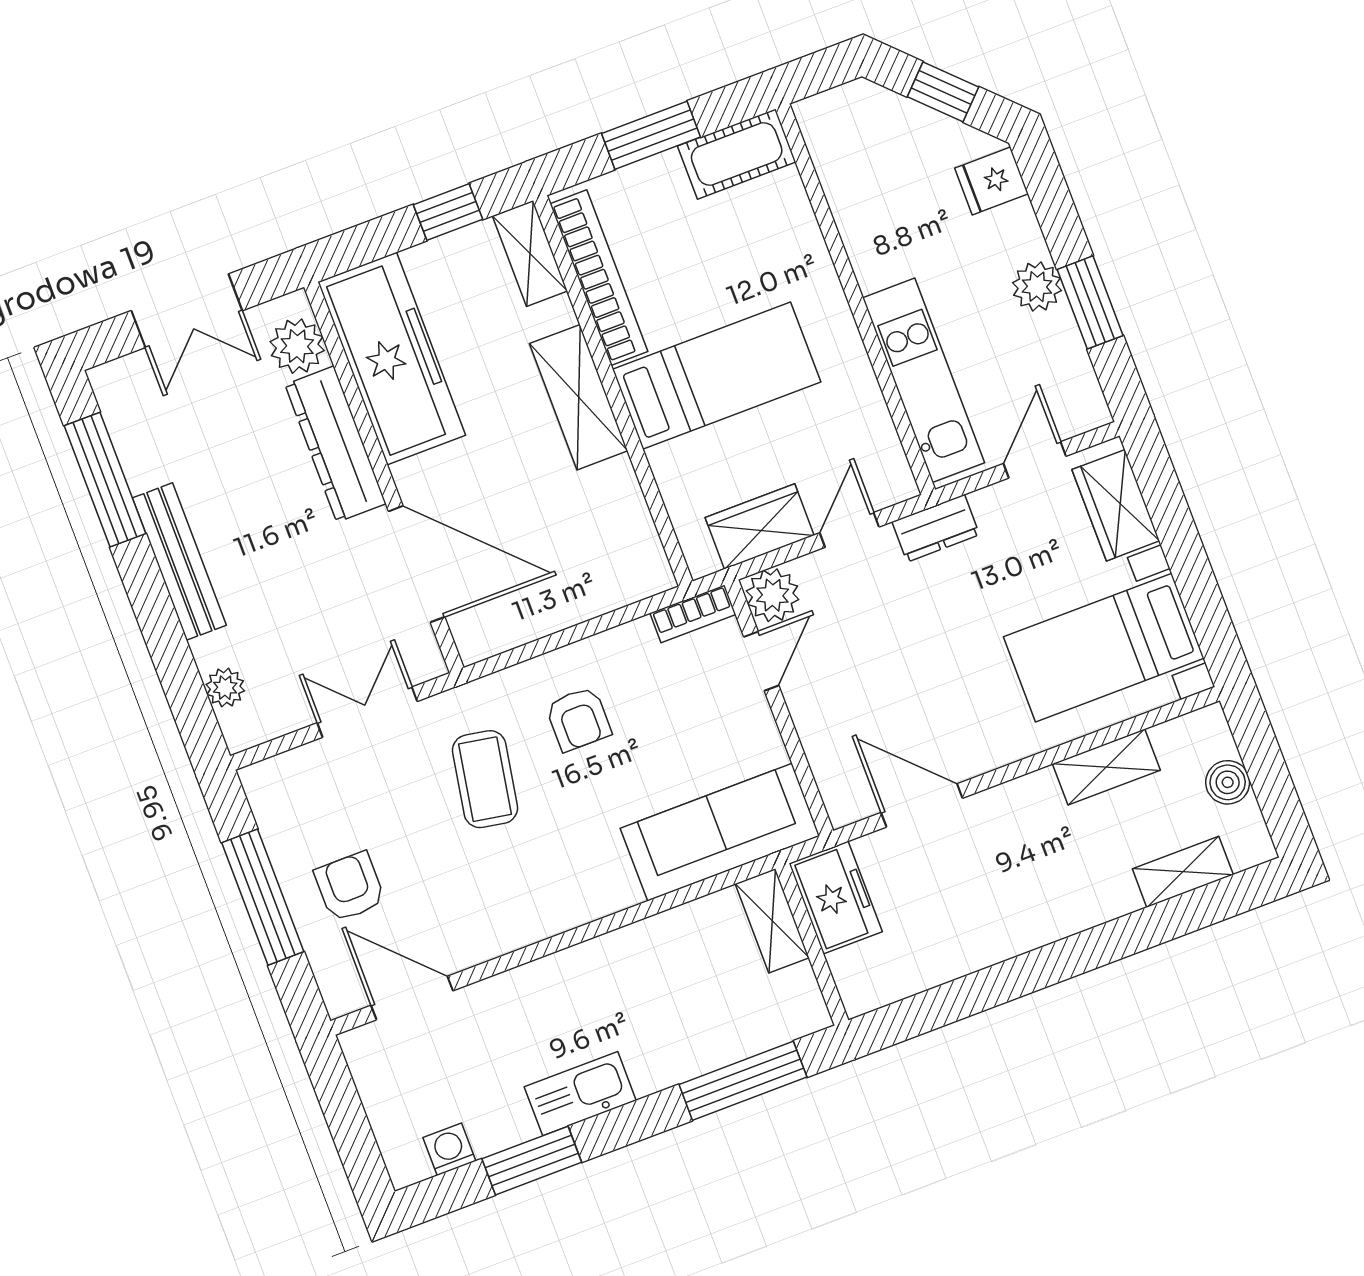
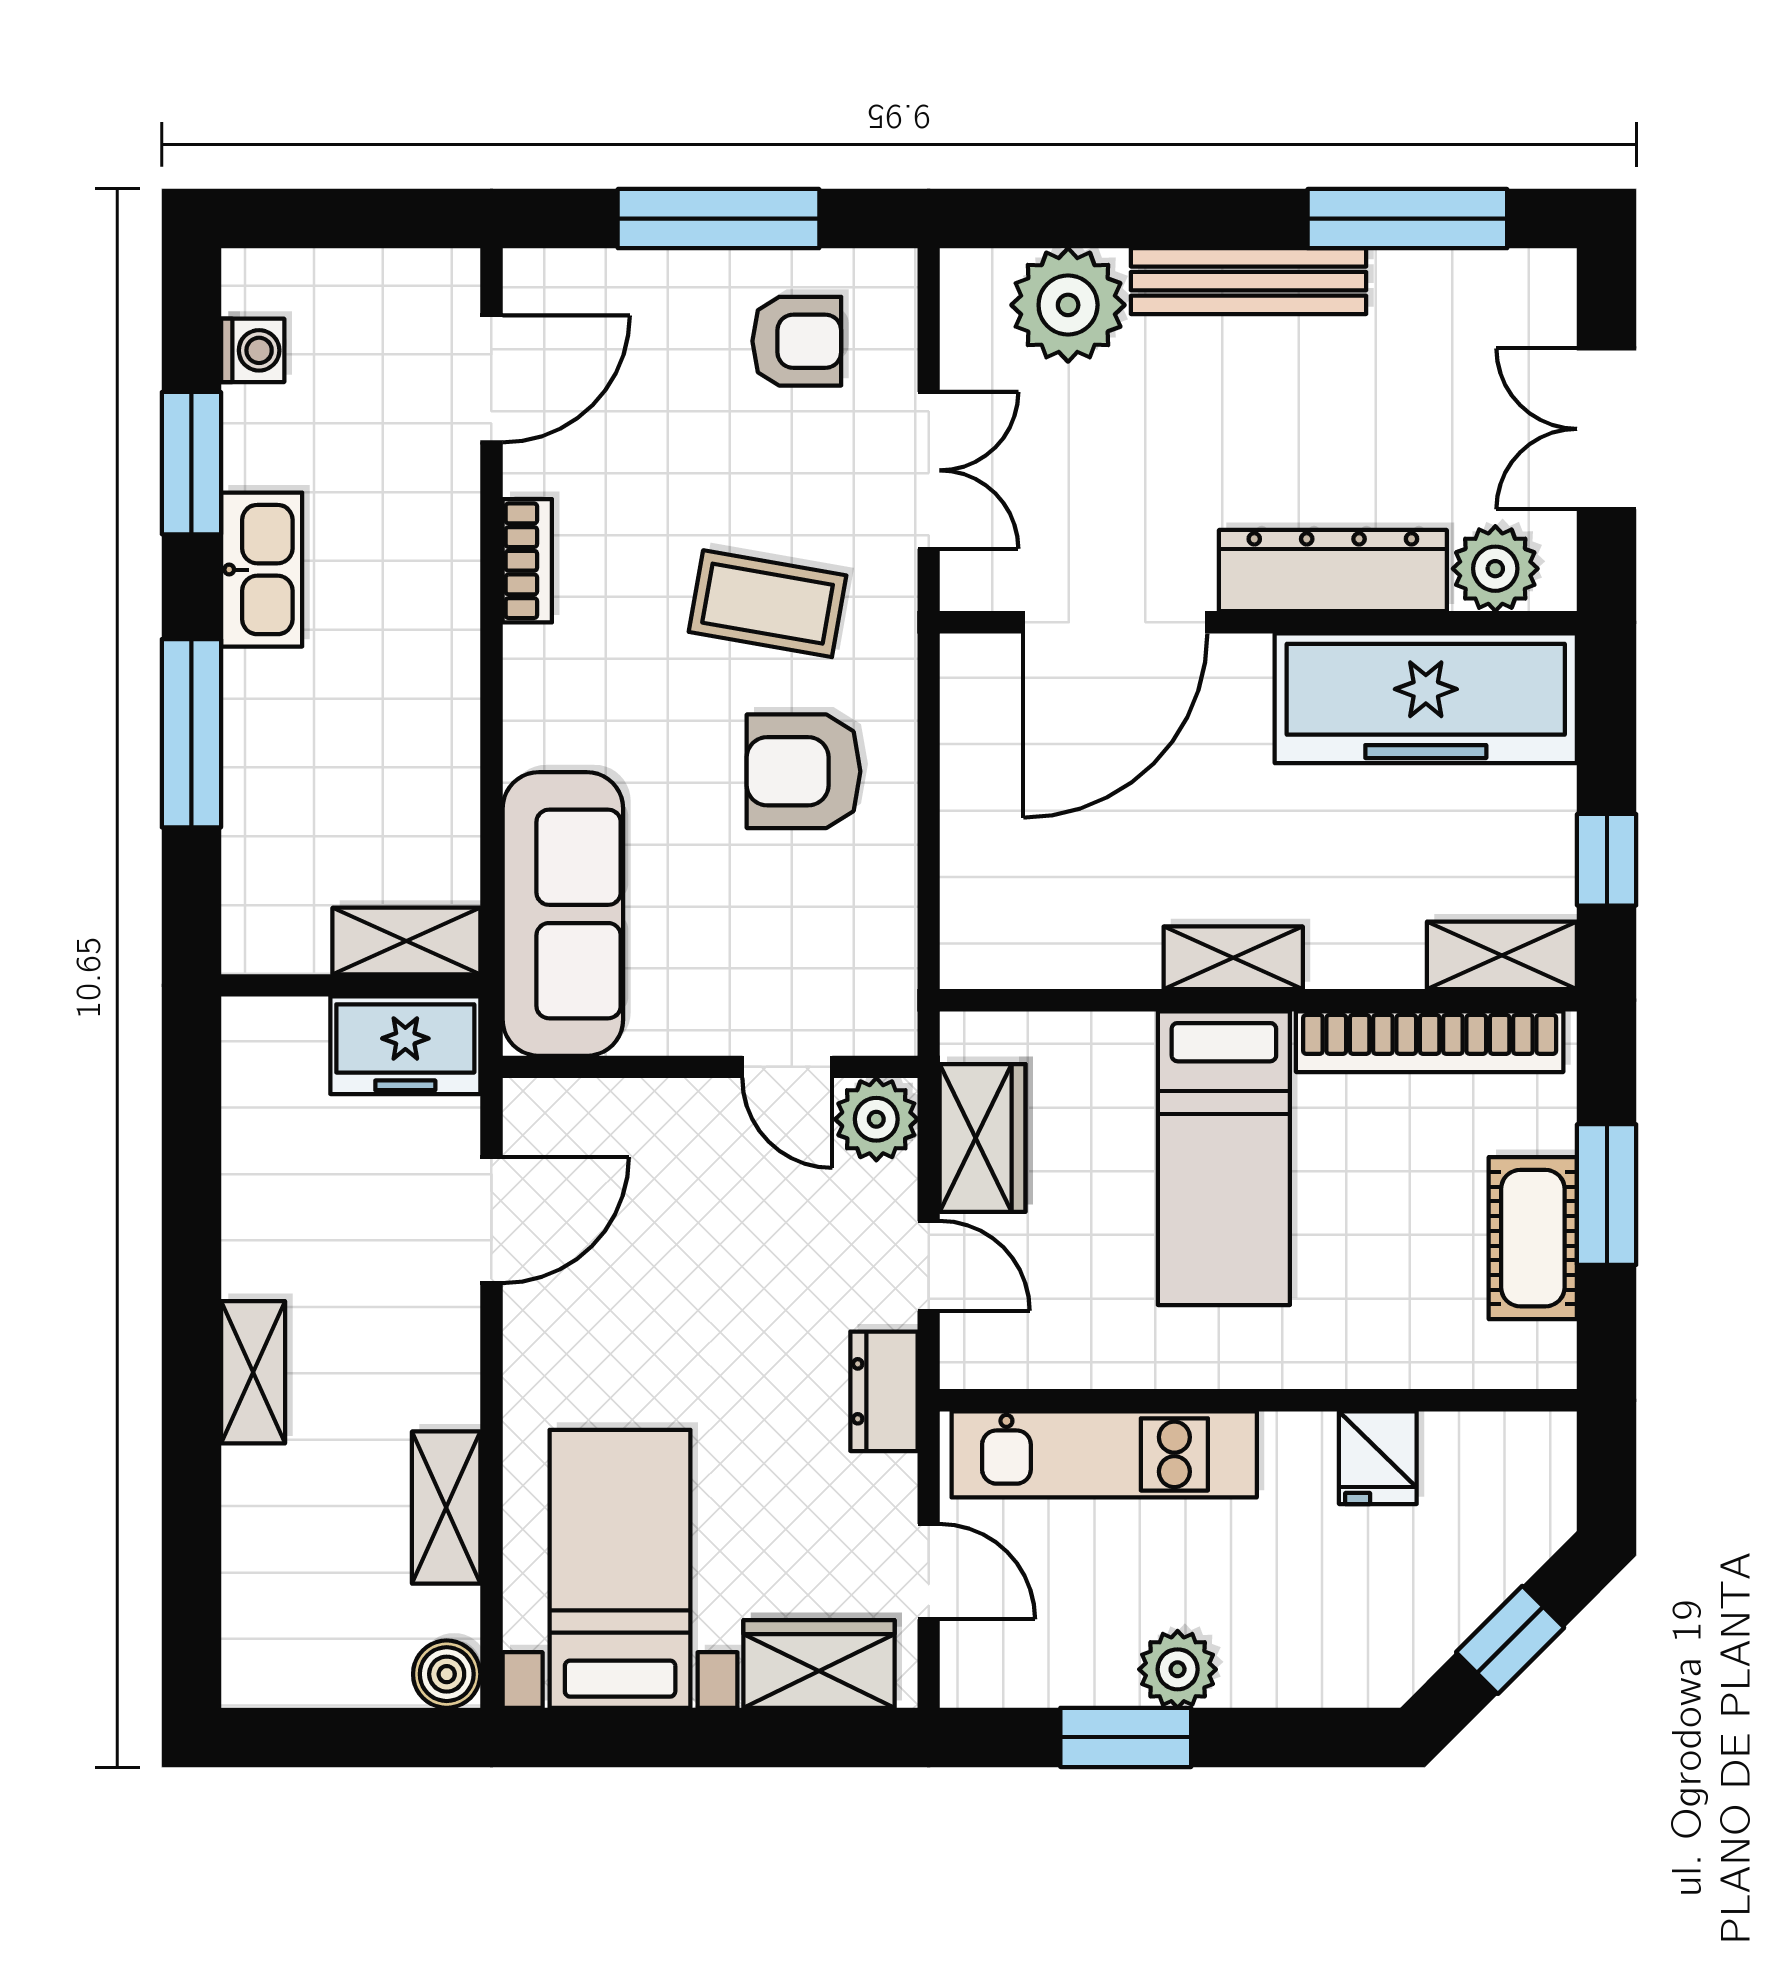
cot: (737, 154) -> (1533, 1238), moved
fridge: (992, 181) -> (1378, 1458), moved, turned 180
shelving: (579, 397) -> (1233, 958), width x0.67, depth x0.75
bookcase: (693, 614) -> (527, 561), moved, turned 180
plant: (225, 688) -> (1068, 305), width x1.87, depth x1.87
armchair: (578, 719) -> (804, 771), width x1.38, depth x1.38
boiler: (1228, 782) -> (447, 1674), moved
shelving: (1183, 872) -> (253, 1372), moved
armchair: (350, 887) -> (797, 341), moved
window: (743, 1081) -> (191, 733), moved

